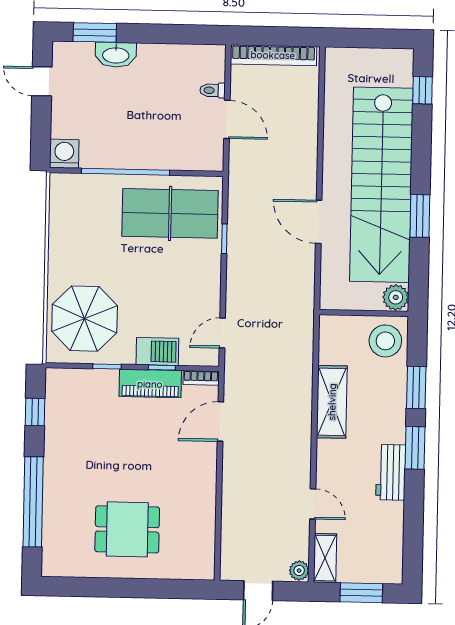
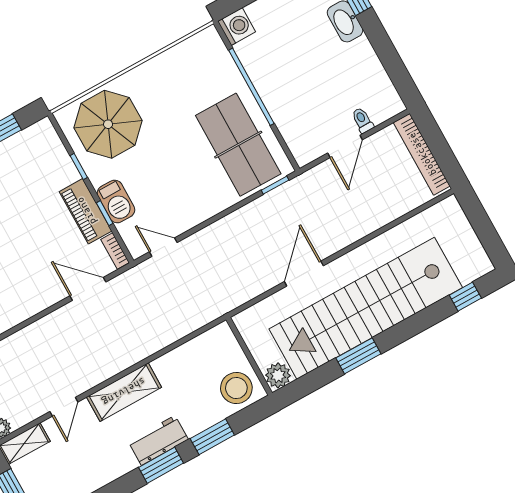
window: (224, 239) -> (275, 185), moved
shelving: (332, 402) -> (124, 392), moved
workbench: (391, 472) -> (158, 440), moved

